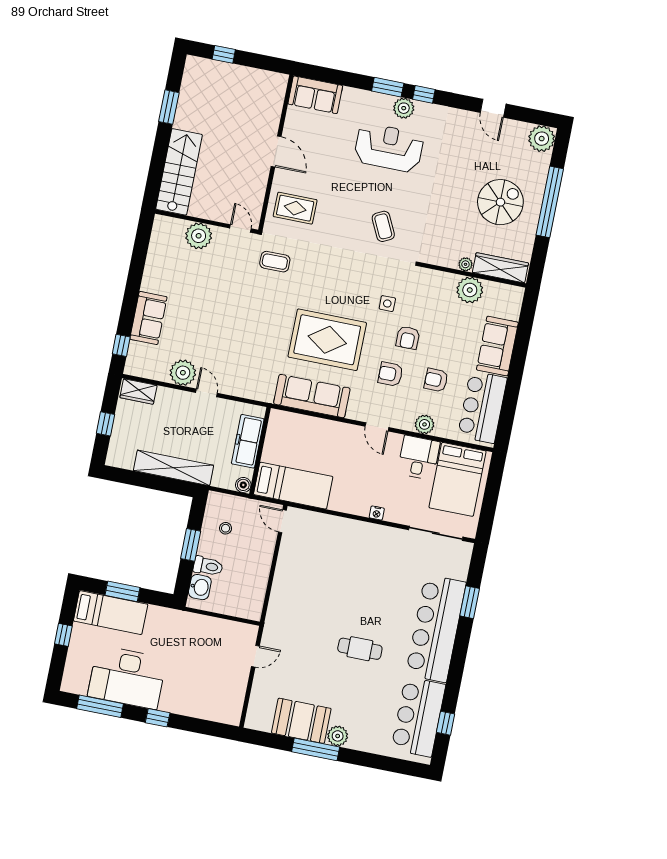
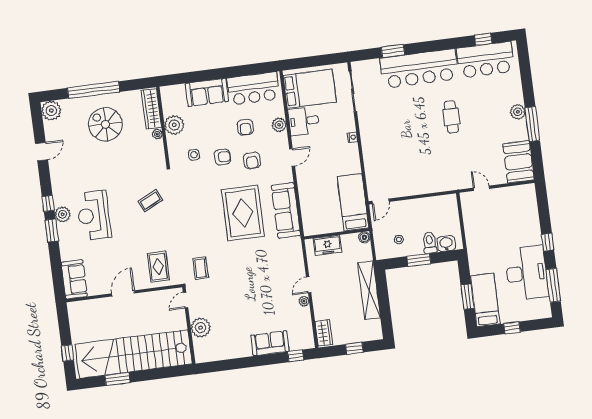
stairs: (179, 172) -> (134, 354), width x1.86, depth x1.51
side table: (387, 304) -> (194, 155), moved
plant: (183, 373) -> (304, 301), width x0.53, depth x0.53
freezer: (248, 441) -> (327, 245), width x0.71
booth: (301, 721) -> (518, 162), moved

